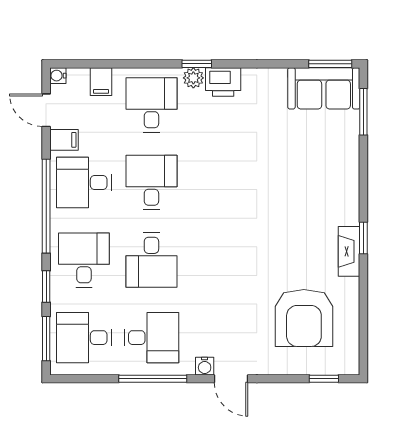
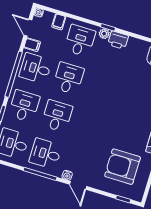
desk: (151, 260) -> (57, 116), turned 180
armchair: (304, 318) -> (123, 167), turned 90
desk: (151, 338) -> (46, 154), turned 180

